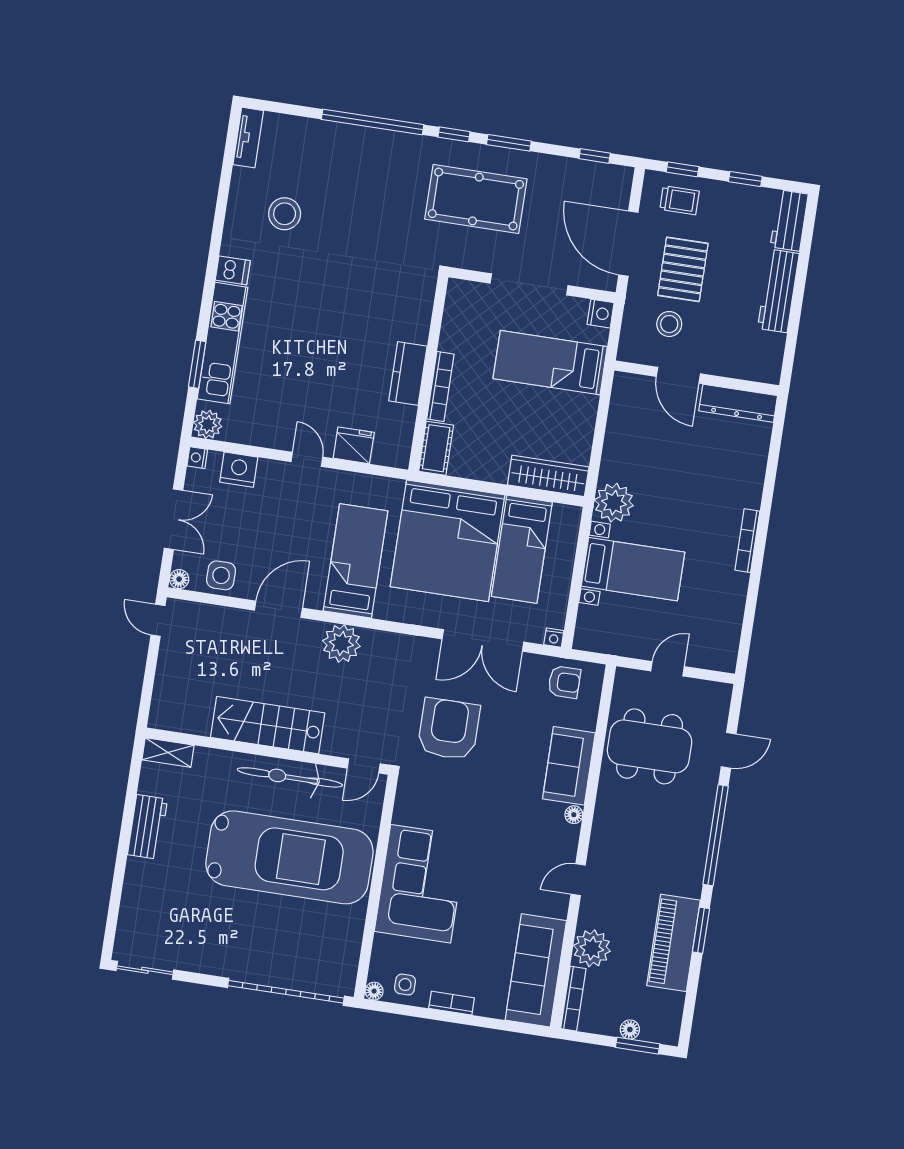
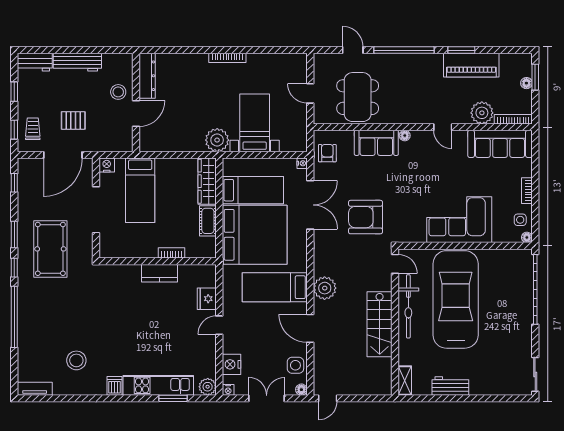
pallet: (683, 269) -> (73, 120), width x0.67, depth x0.71
stool: (669, 324) -> (118, 92), moved
bookcase: (440, 387) -> (172, 253), width x0.64
cot: (436, 448) -> (208, 221), moved, turned 90

